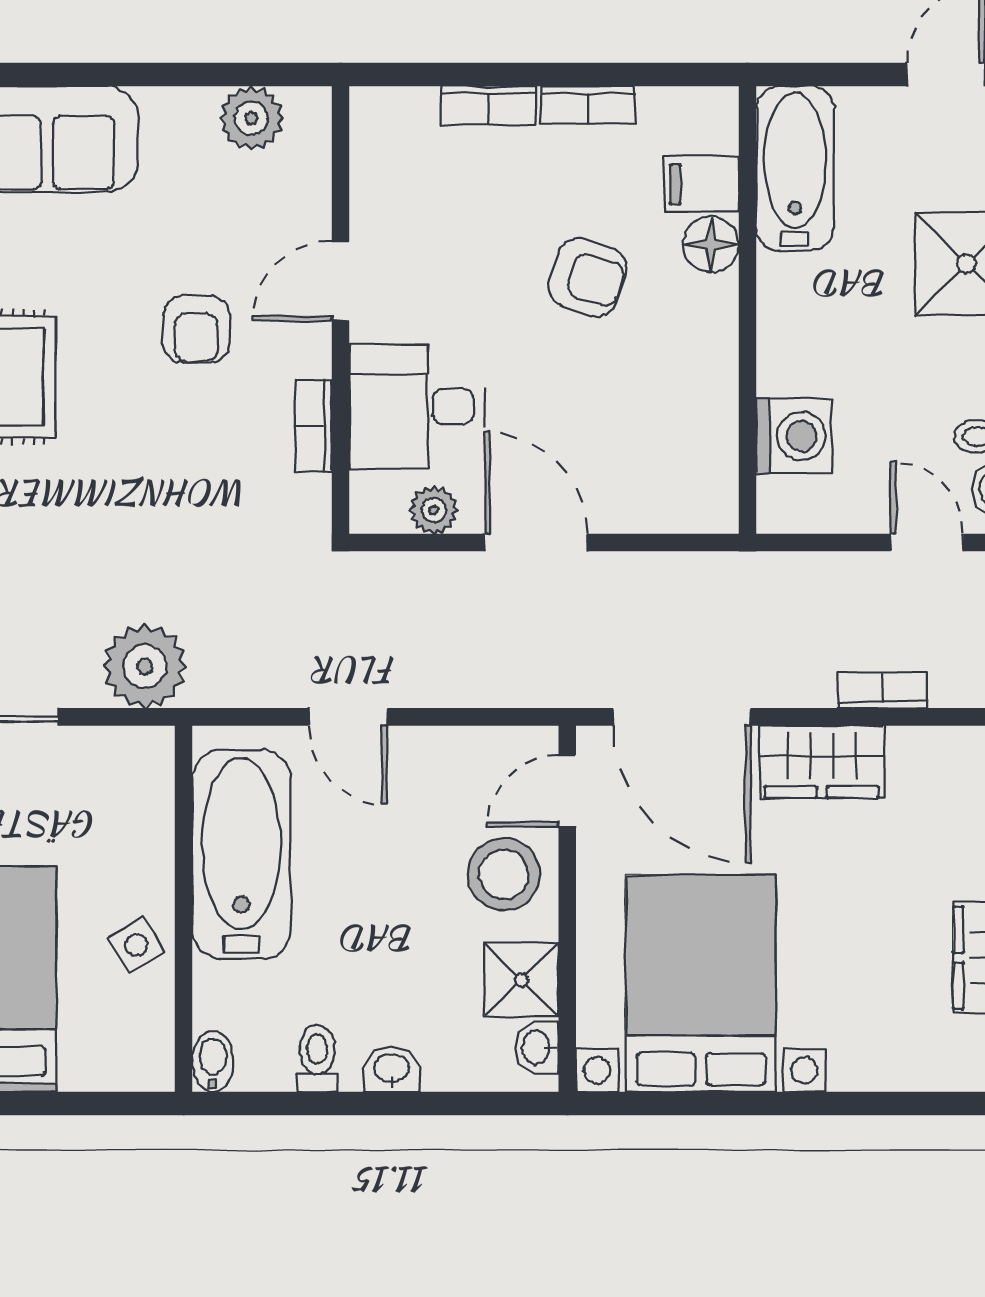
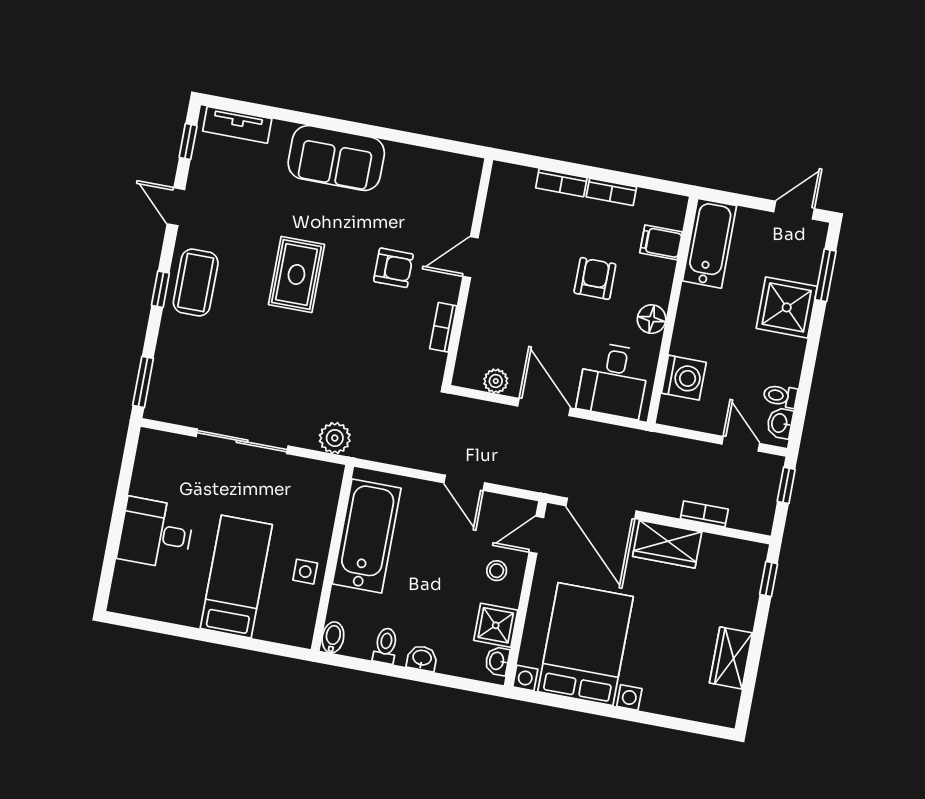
plant: (251, 118) -> (441, 167), removed
floor lamp: (711, 245) -> (652, 319), moved
armchair: (588, 277) -> (595, 278), turned -108
armchair: (196, 329) -> (393, 268), turned -90
desk: (417, 407) -> (613, 380), moved, turned -90
plant: (145, 666) -> (335, 438), width x0.73, depth x0.73
door: (348, 717) -> (464, 483), moved
stool: (504, 874) -> (497, 571), width x0.53, depth x0.53
side table: (136, 945) -> (305, 572), turned 31

